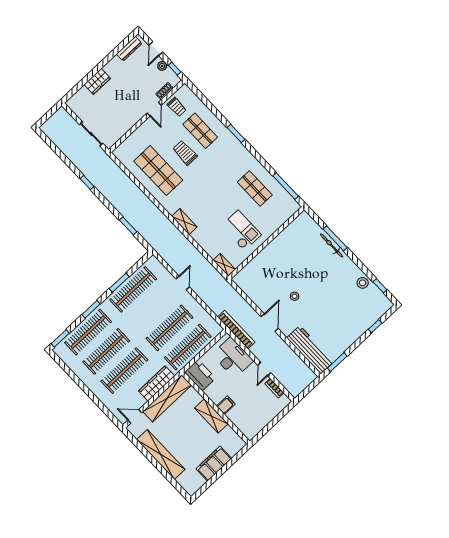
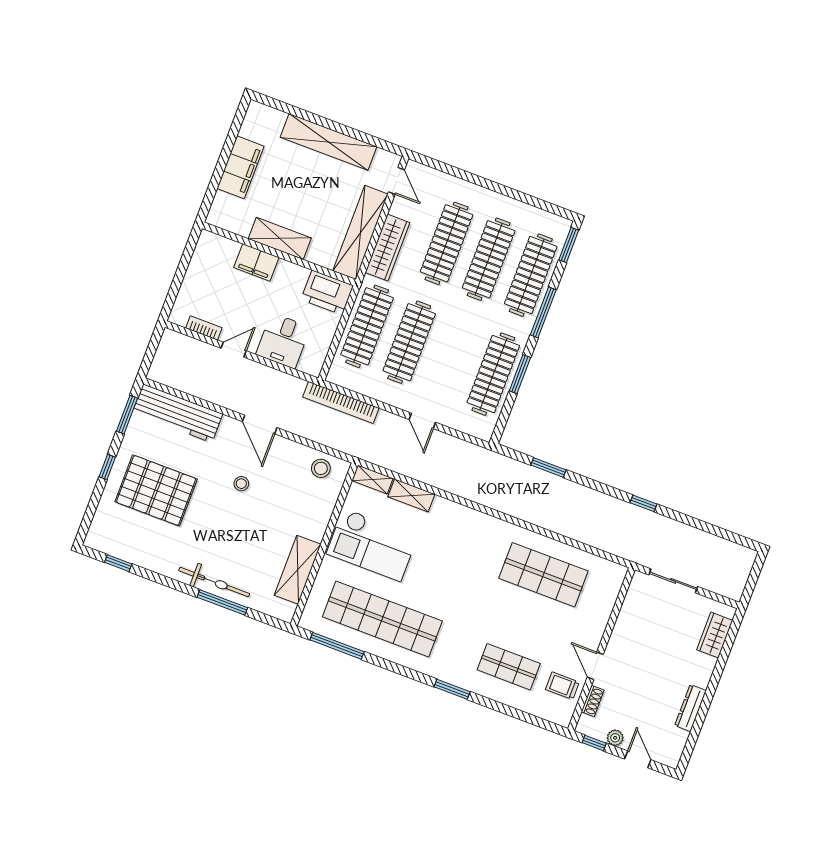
dresser: (129, 49) -> (690, 708), moved
wardrobe: (97, 81) -> (715, 635), moved
trolley: (185, 153) -> (516, 622), removed
shop shelf: (255, 189) -> (382, 619), width x2.00, depth x1.36
shelving: (184, 222) -> (411, 495), moved
checkout: (241, 230) -> (372, 545), width x1.36, depth x1.21
shelving: (287, 236) -> (298, 570), added
bicycle: (332, 245) -> (214, 582), width x1.37, depth x1.40
stool: (363, 283) -> (321, 468), moved
window: (91, 309) -> (543, 312), width x1.44
pallet: (341, 314) -> (156, 490), added
window: (375, 326) -> (107, 467), moved
bookcase: (236, 330) -> (341, 402), moved
desk: (233, 358) -> (283, 341), width x0.73
door: (264, 369) -> (234, 350), hinge flipped
filing cabinet: (226, 405) -> (256, 262), width x2.00
door: (135, 416) -> (397, 181), hinge flipped

